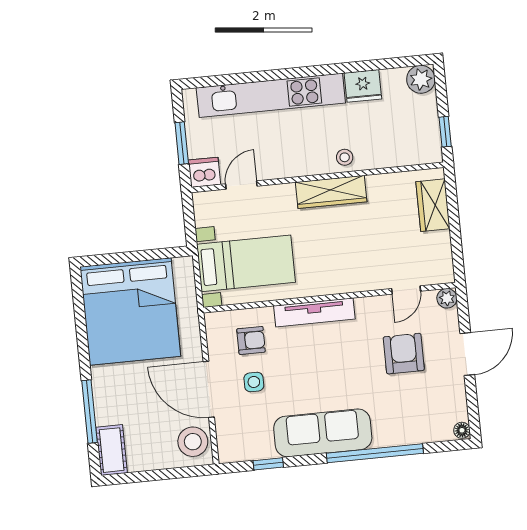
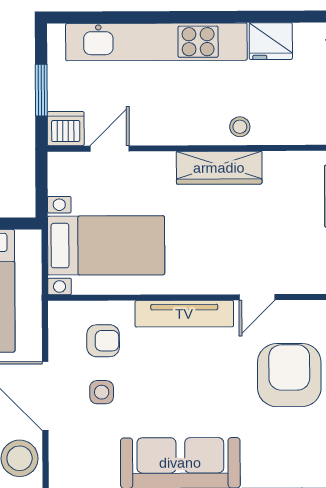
door: (406, 290) -> (257, 297), moved
armchair: (404, 354) -> (289, 375), width x1.36, depth x1.36

